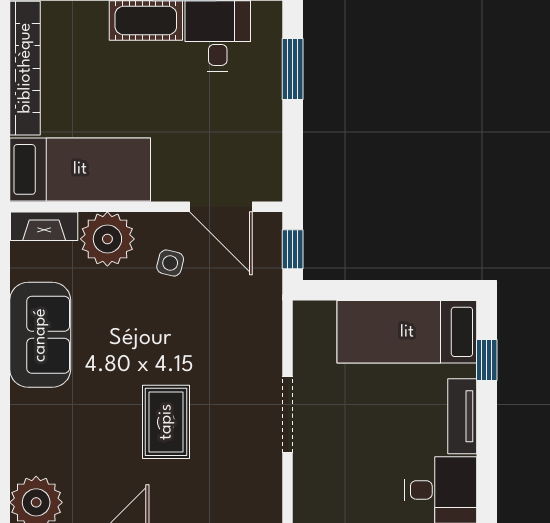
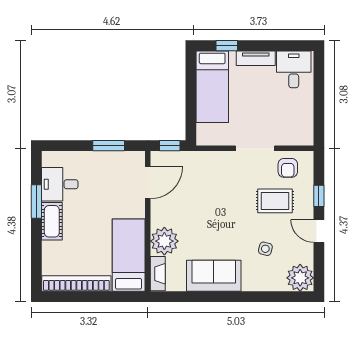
window: (293, 69) -> (109, 146), moved
side table: (170, 263) -> (265, 249), moved
rug: (166, 422) -> (275, 201), moved
armchair: (249, 478) -> (288, 168), added

